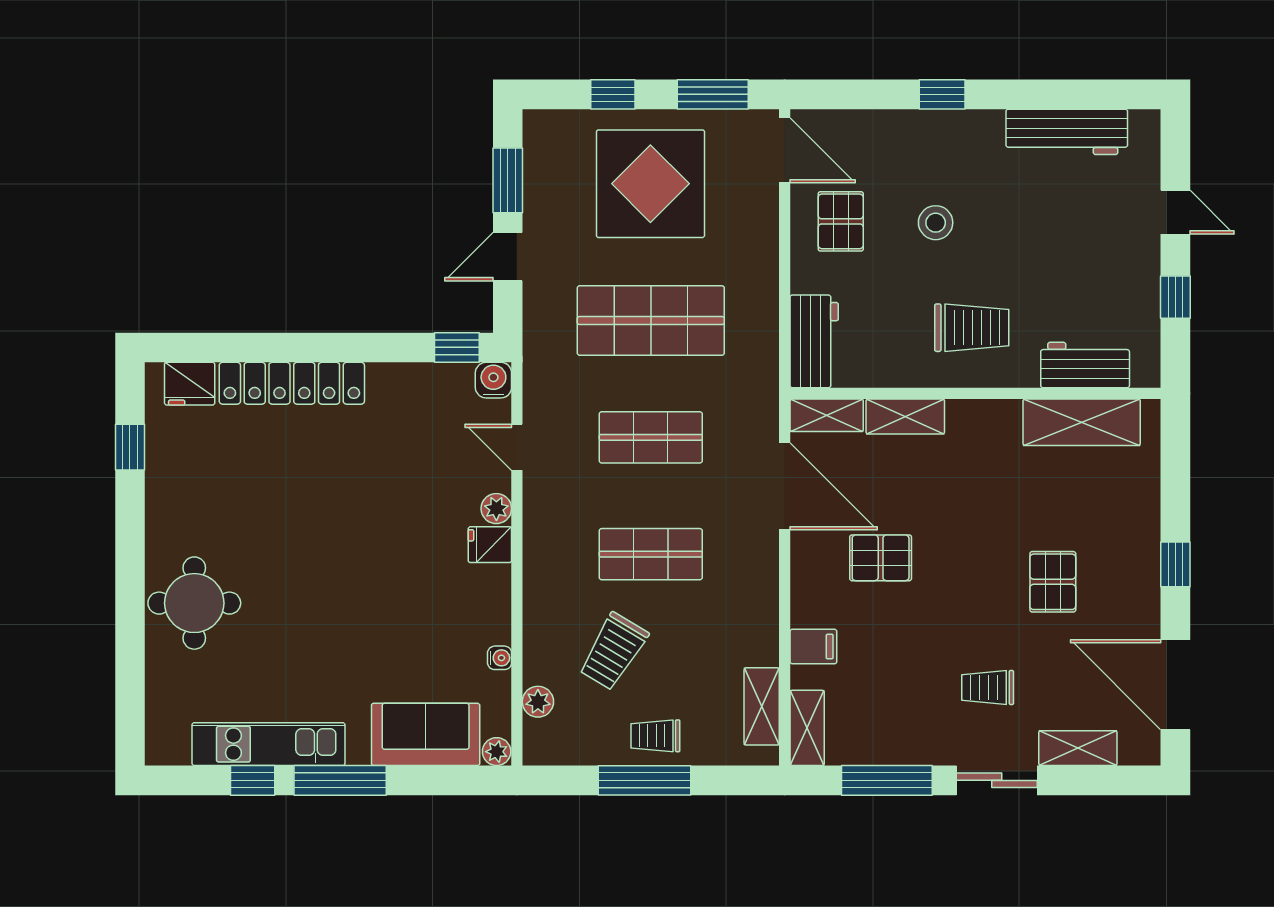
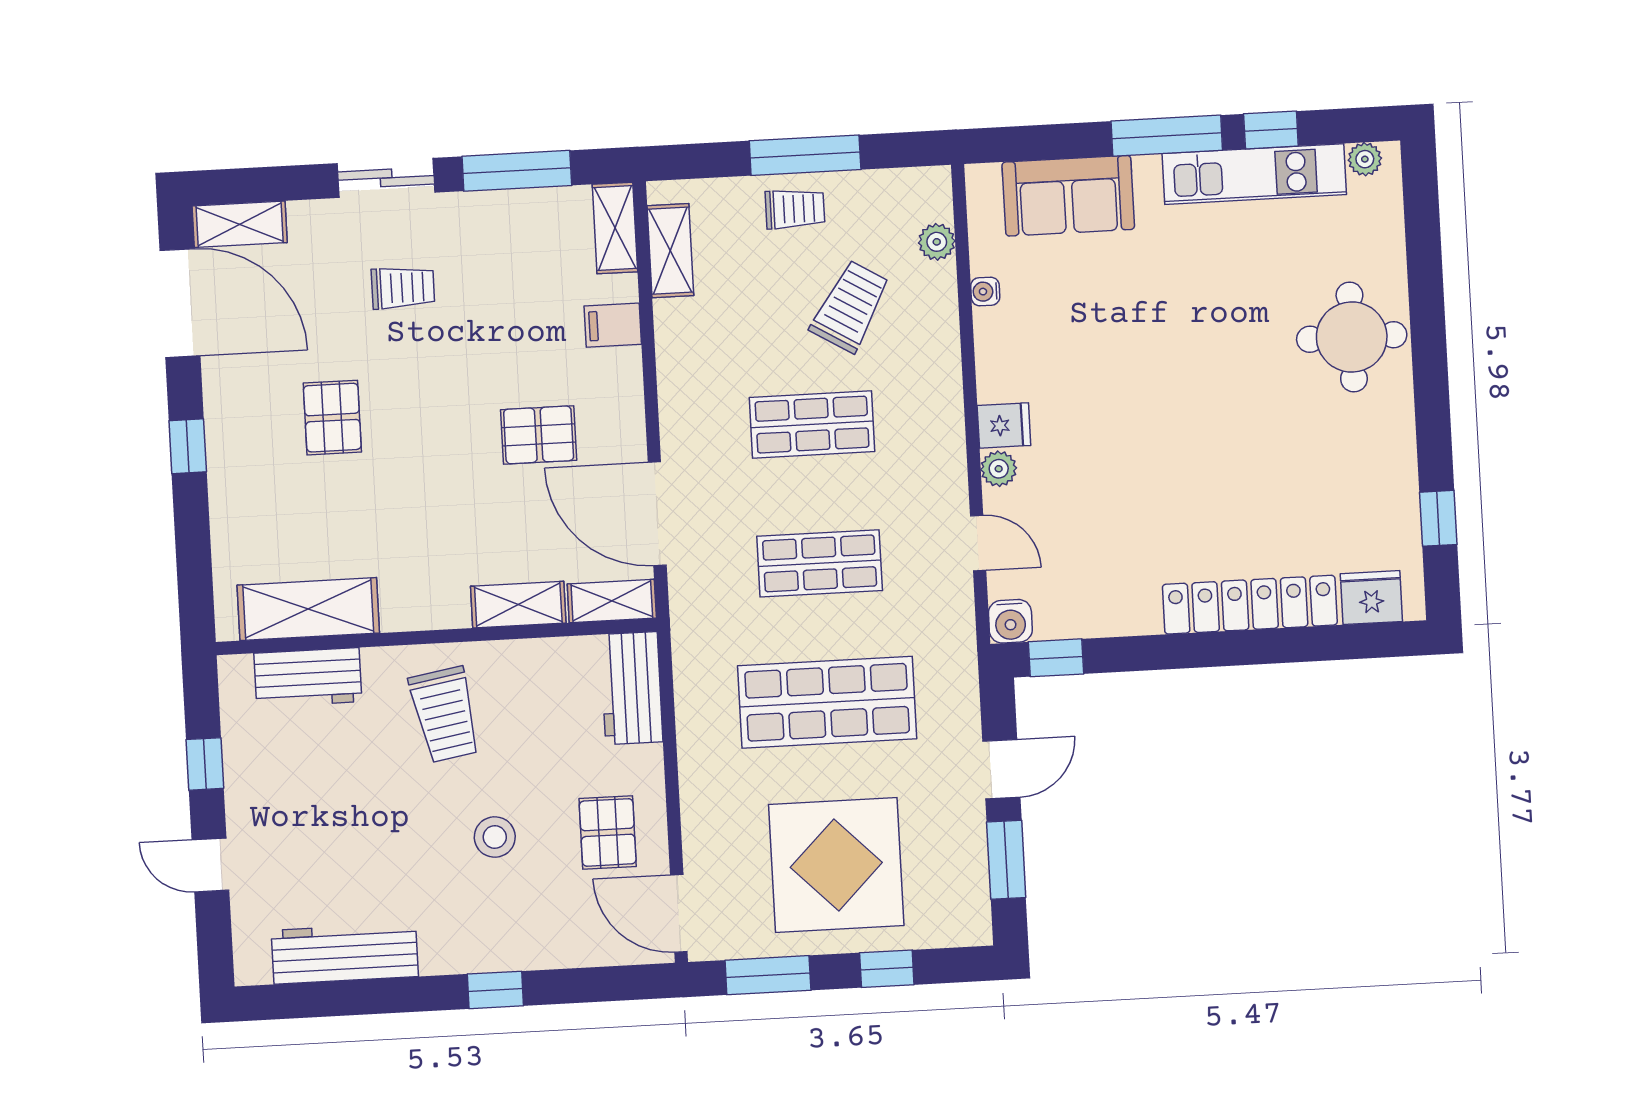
trolley: (972, 328) -> (445, 715), turned -100
shelving: (1078, 748) -> (240, 224), moved
plant: (497, 752) -> (1365, 159), moved

